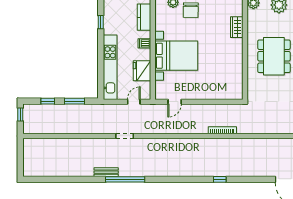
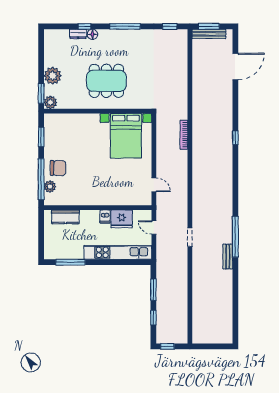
window: (101, 22) -> (71, 262), width x2.17
wardrobe: (237, 27) -> (76, 120), removed
dishwasher: (144, 43) -> (105, 217), moved
bed with nightstands: (176, 56) -> (126, 136), moved, turned 180

